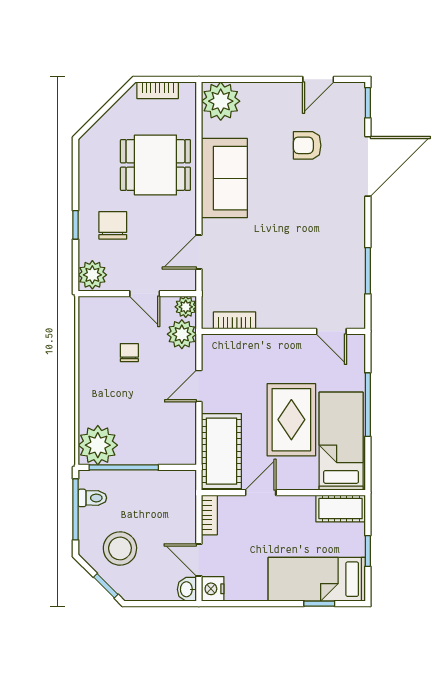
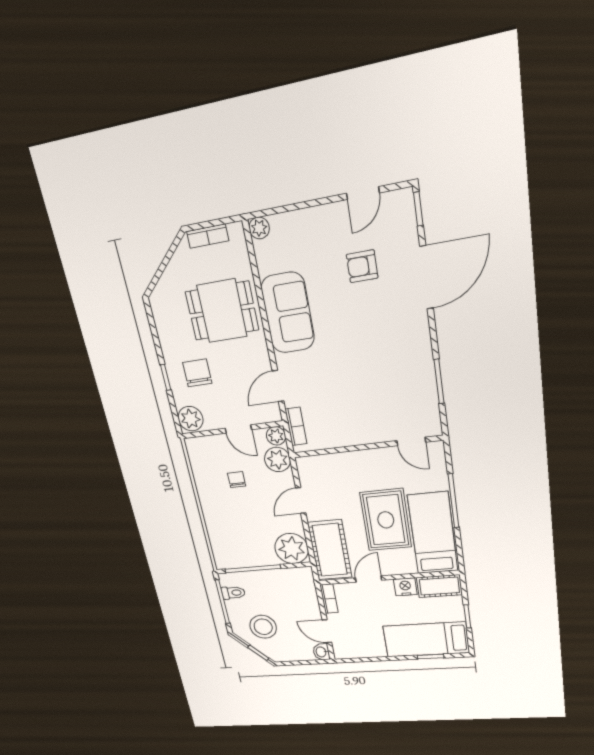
plant: (221, 101) -> (259, 228), width x0.53, depth x0.53
bookcase: (235, 320) -> (296, 426), moved, turned 90
plant: (98, 445) -> (292, 549), moved
nightstand: (213, 589) -> (405, 587), moved, turned 90

